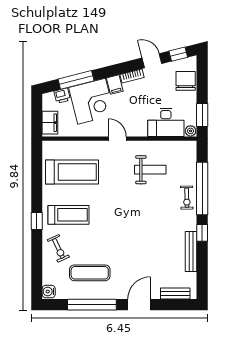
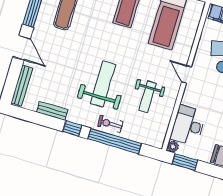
door: (117, 139) -> (186, 74), swing flipped
weight bench: (151, 216) -> (103, 84), added
bench: (191, 252) -> (52, 111), width x0.73
bench: (175, 294) -> (22, 86), width x1.36

